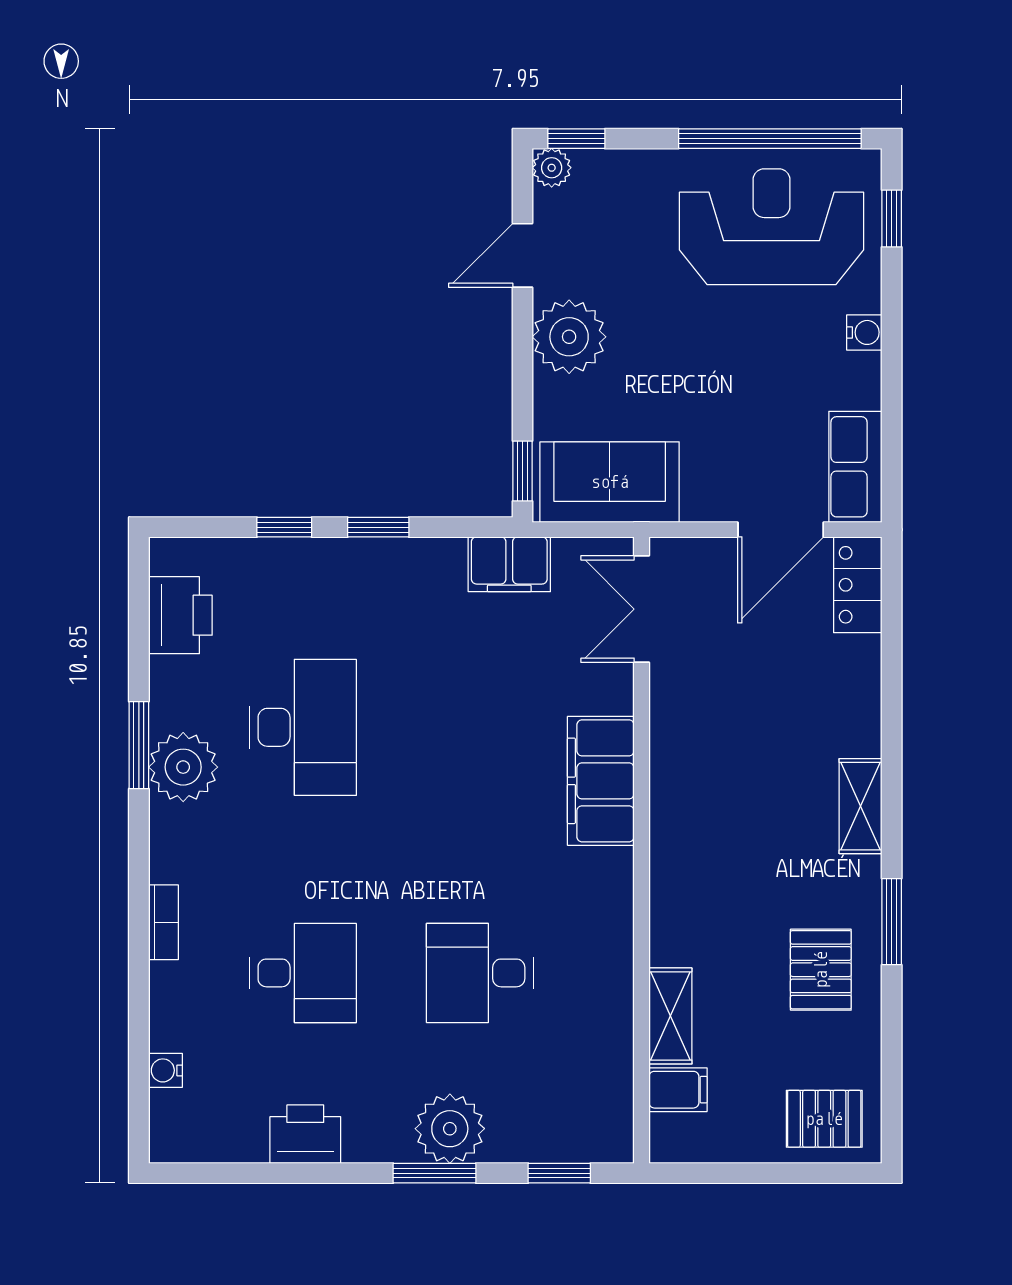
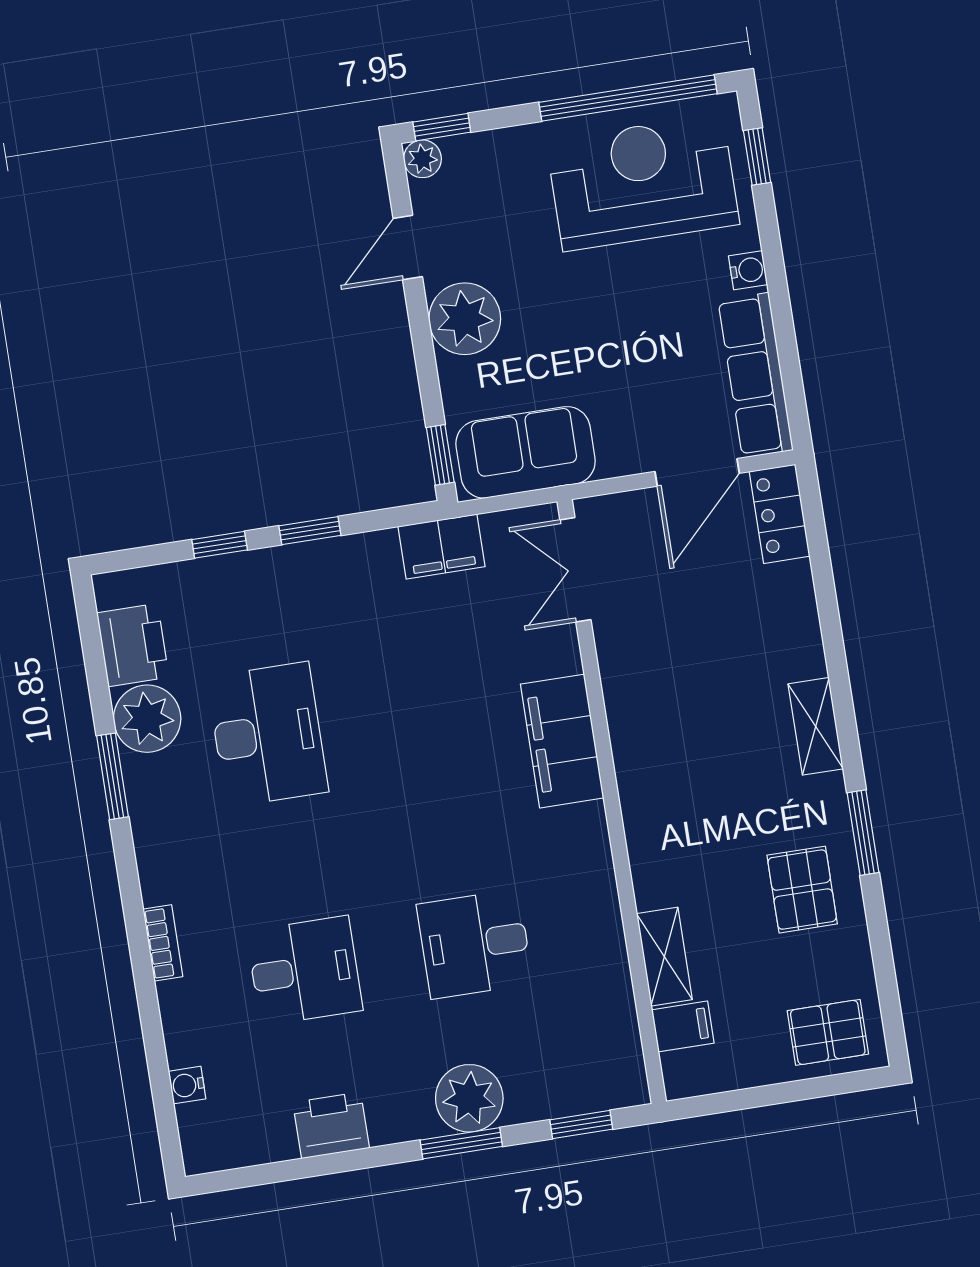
row of seats: (855, 467) -> (756, 375), width x1.48
plant: (183, 767) -> (147, 719), moved

